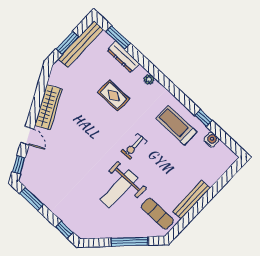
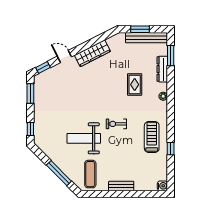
door: (27, 136) -> (64, 57), swing flipped
water cooler: (211, 140) -> (162, 186), moved
bench: (191, 200) -> (121, 186), width x0.73

